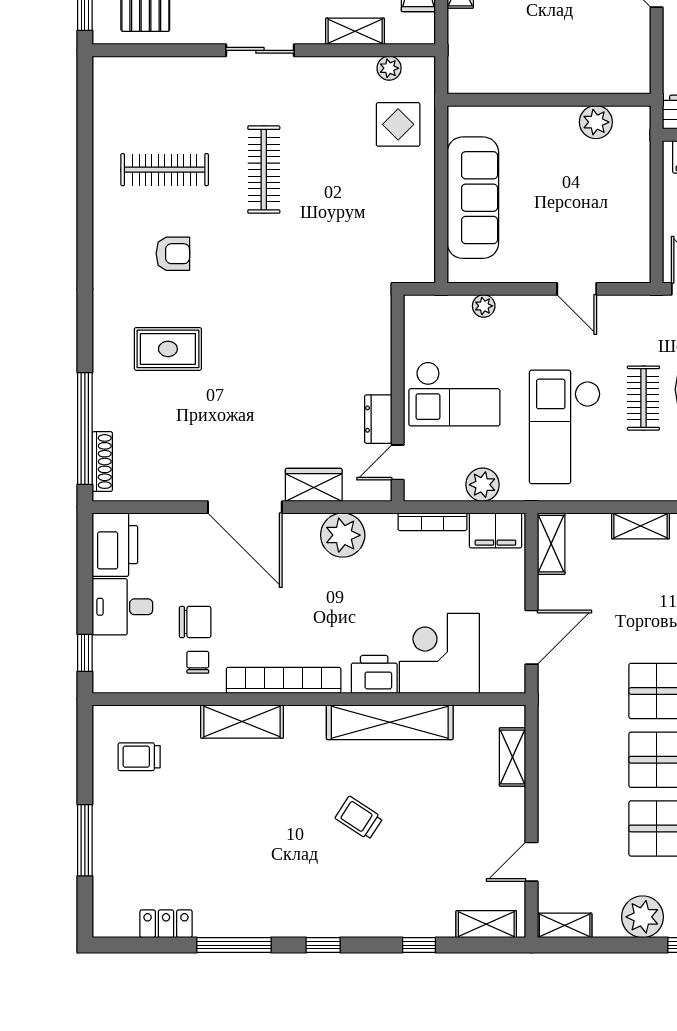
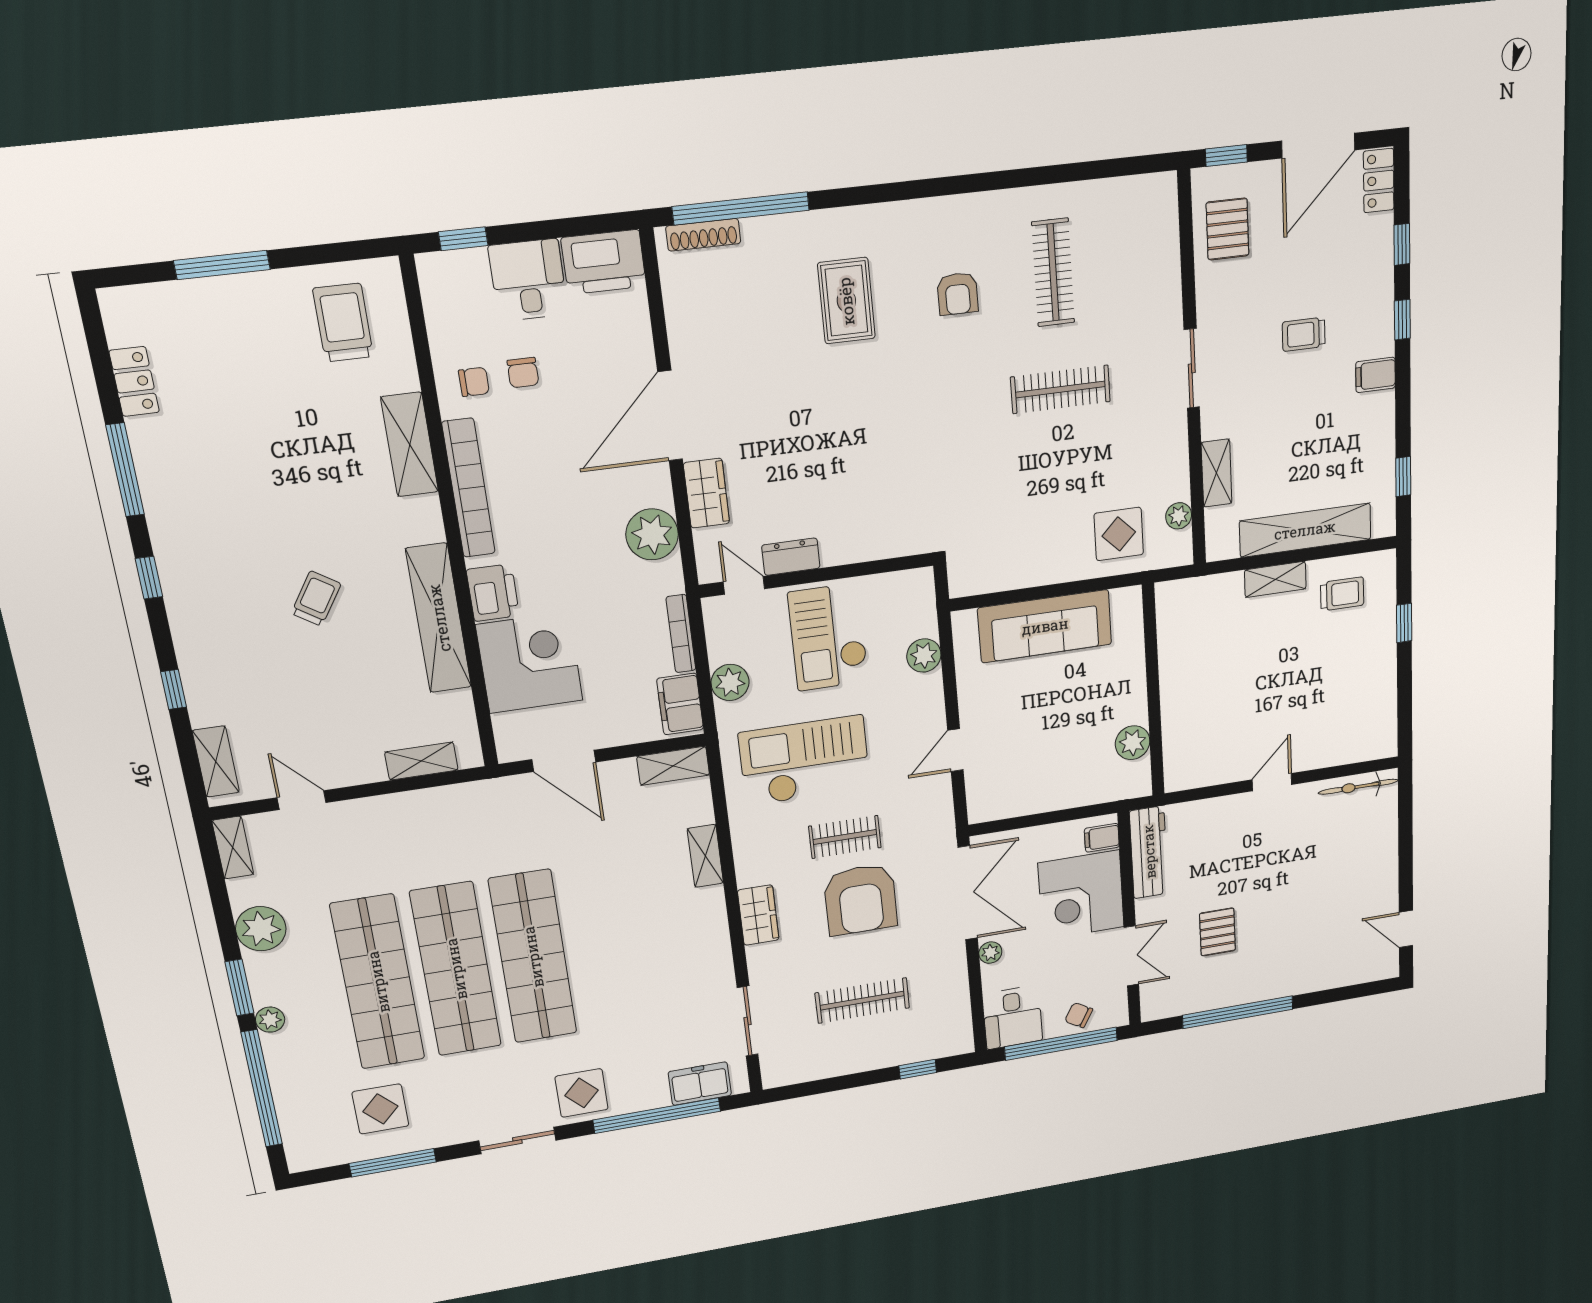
plant: (484, 306) -> (924, 655), width x1.38, depth x1.38
chair: (195, 622) -> (523, 373), width x0.73, depth x0.73
trolley: (139, 757) -> (343, 323), width x1.36, depth x1.39

